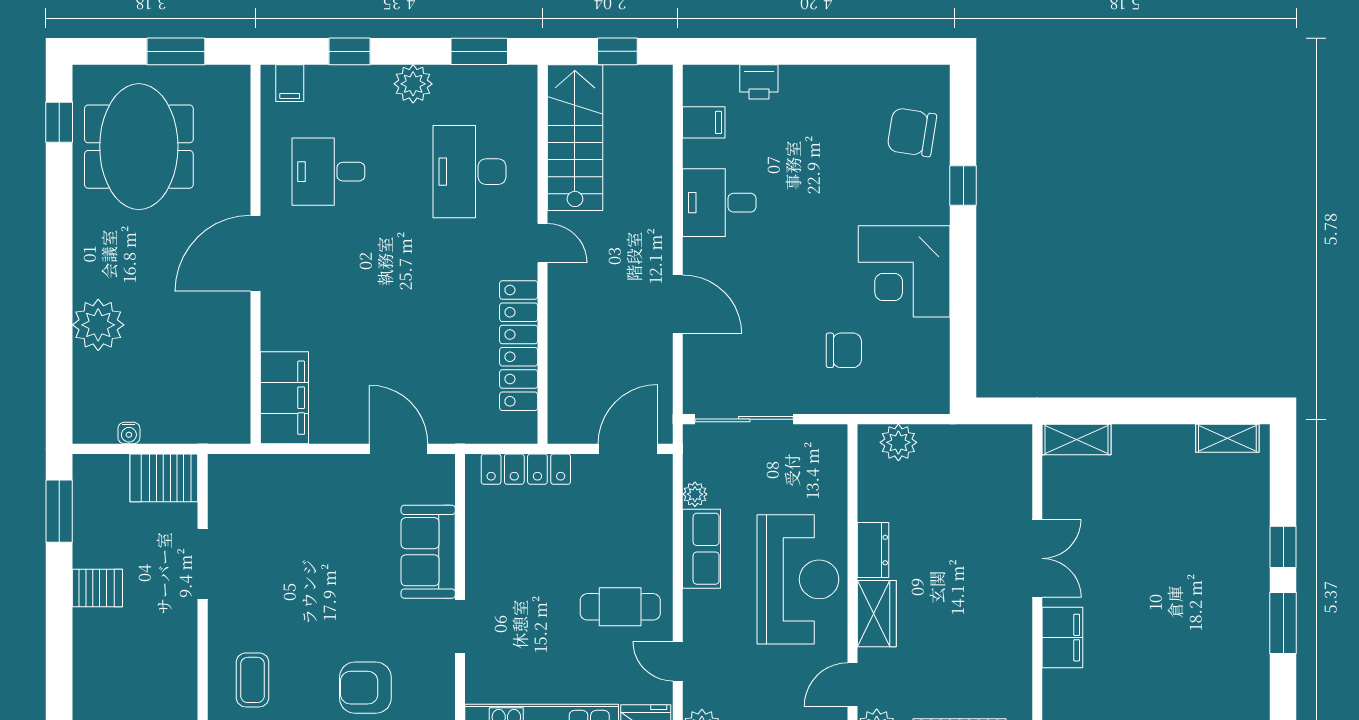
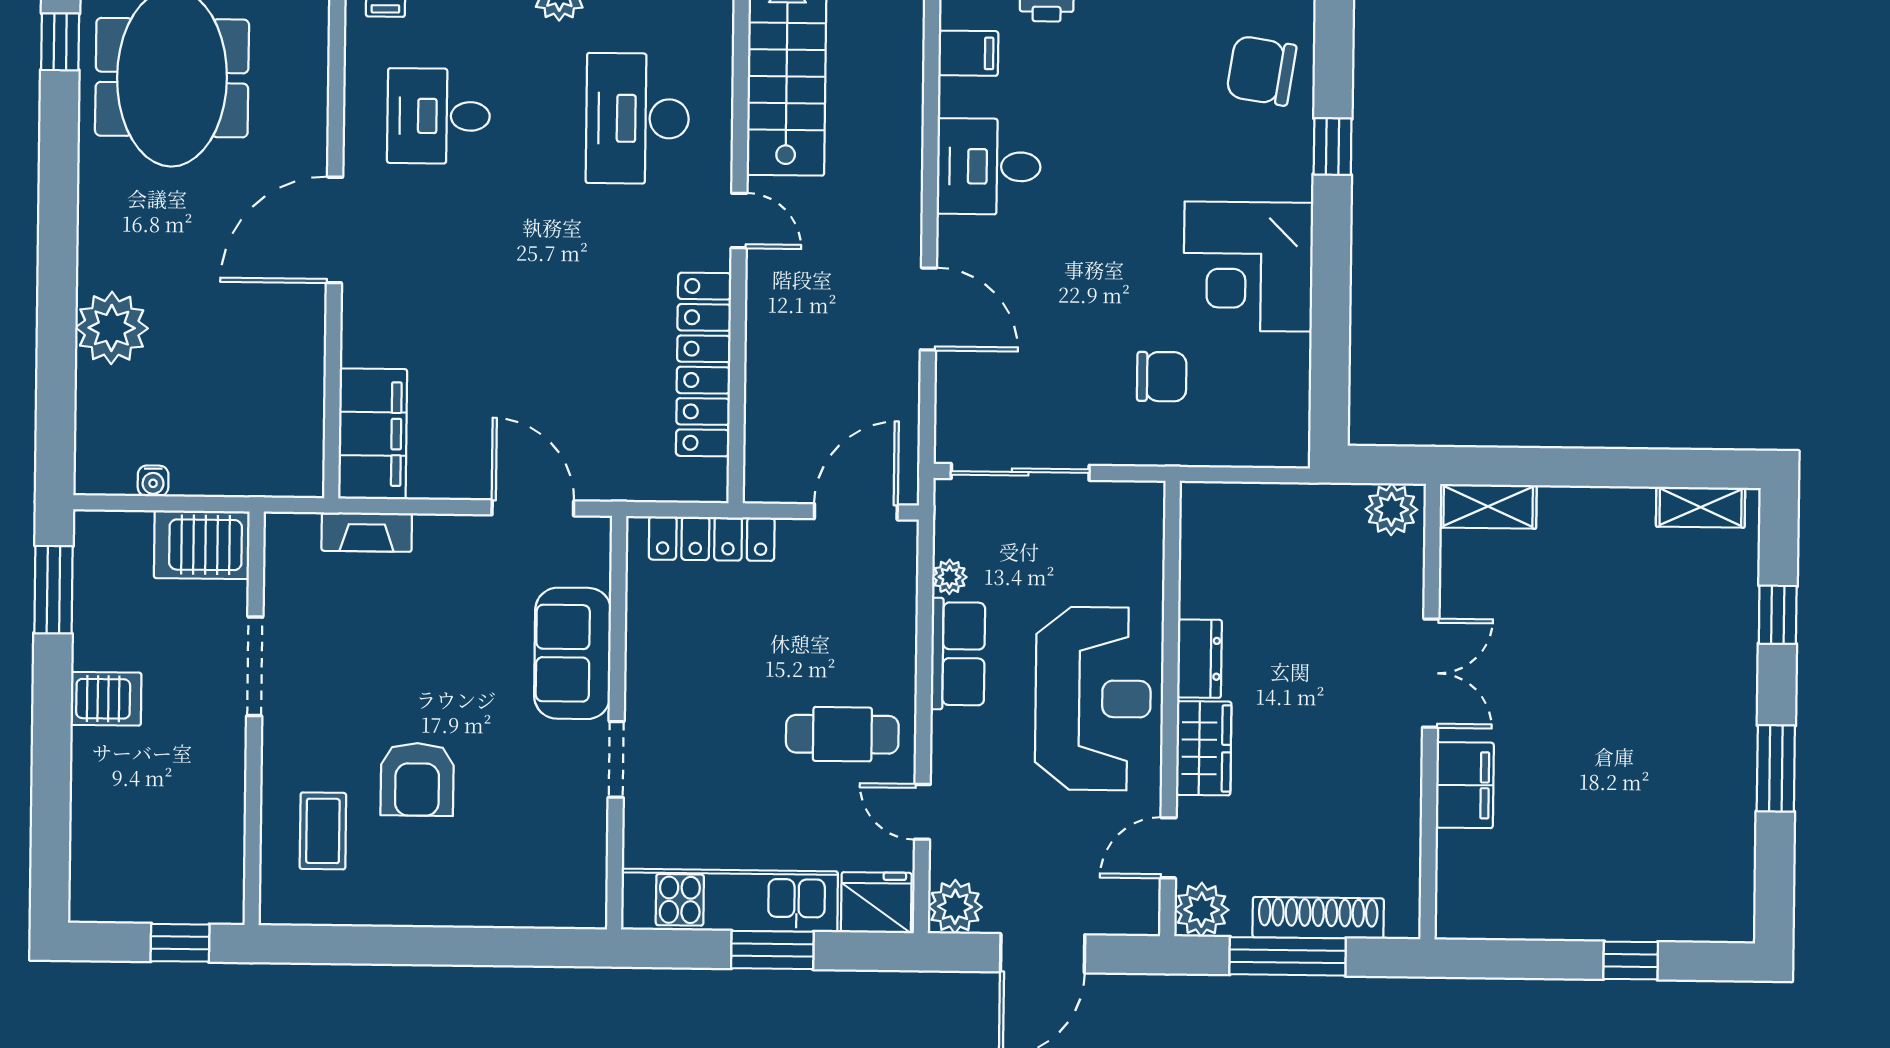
plant: (898, 442) -> (1391, 509), moved
fireplace: (281, 467) -> (367, 532), added
window: (1283, 547) -> (1778, 615), moved
armchair: (365, 688) -> (417, 779), moved, turned -90

